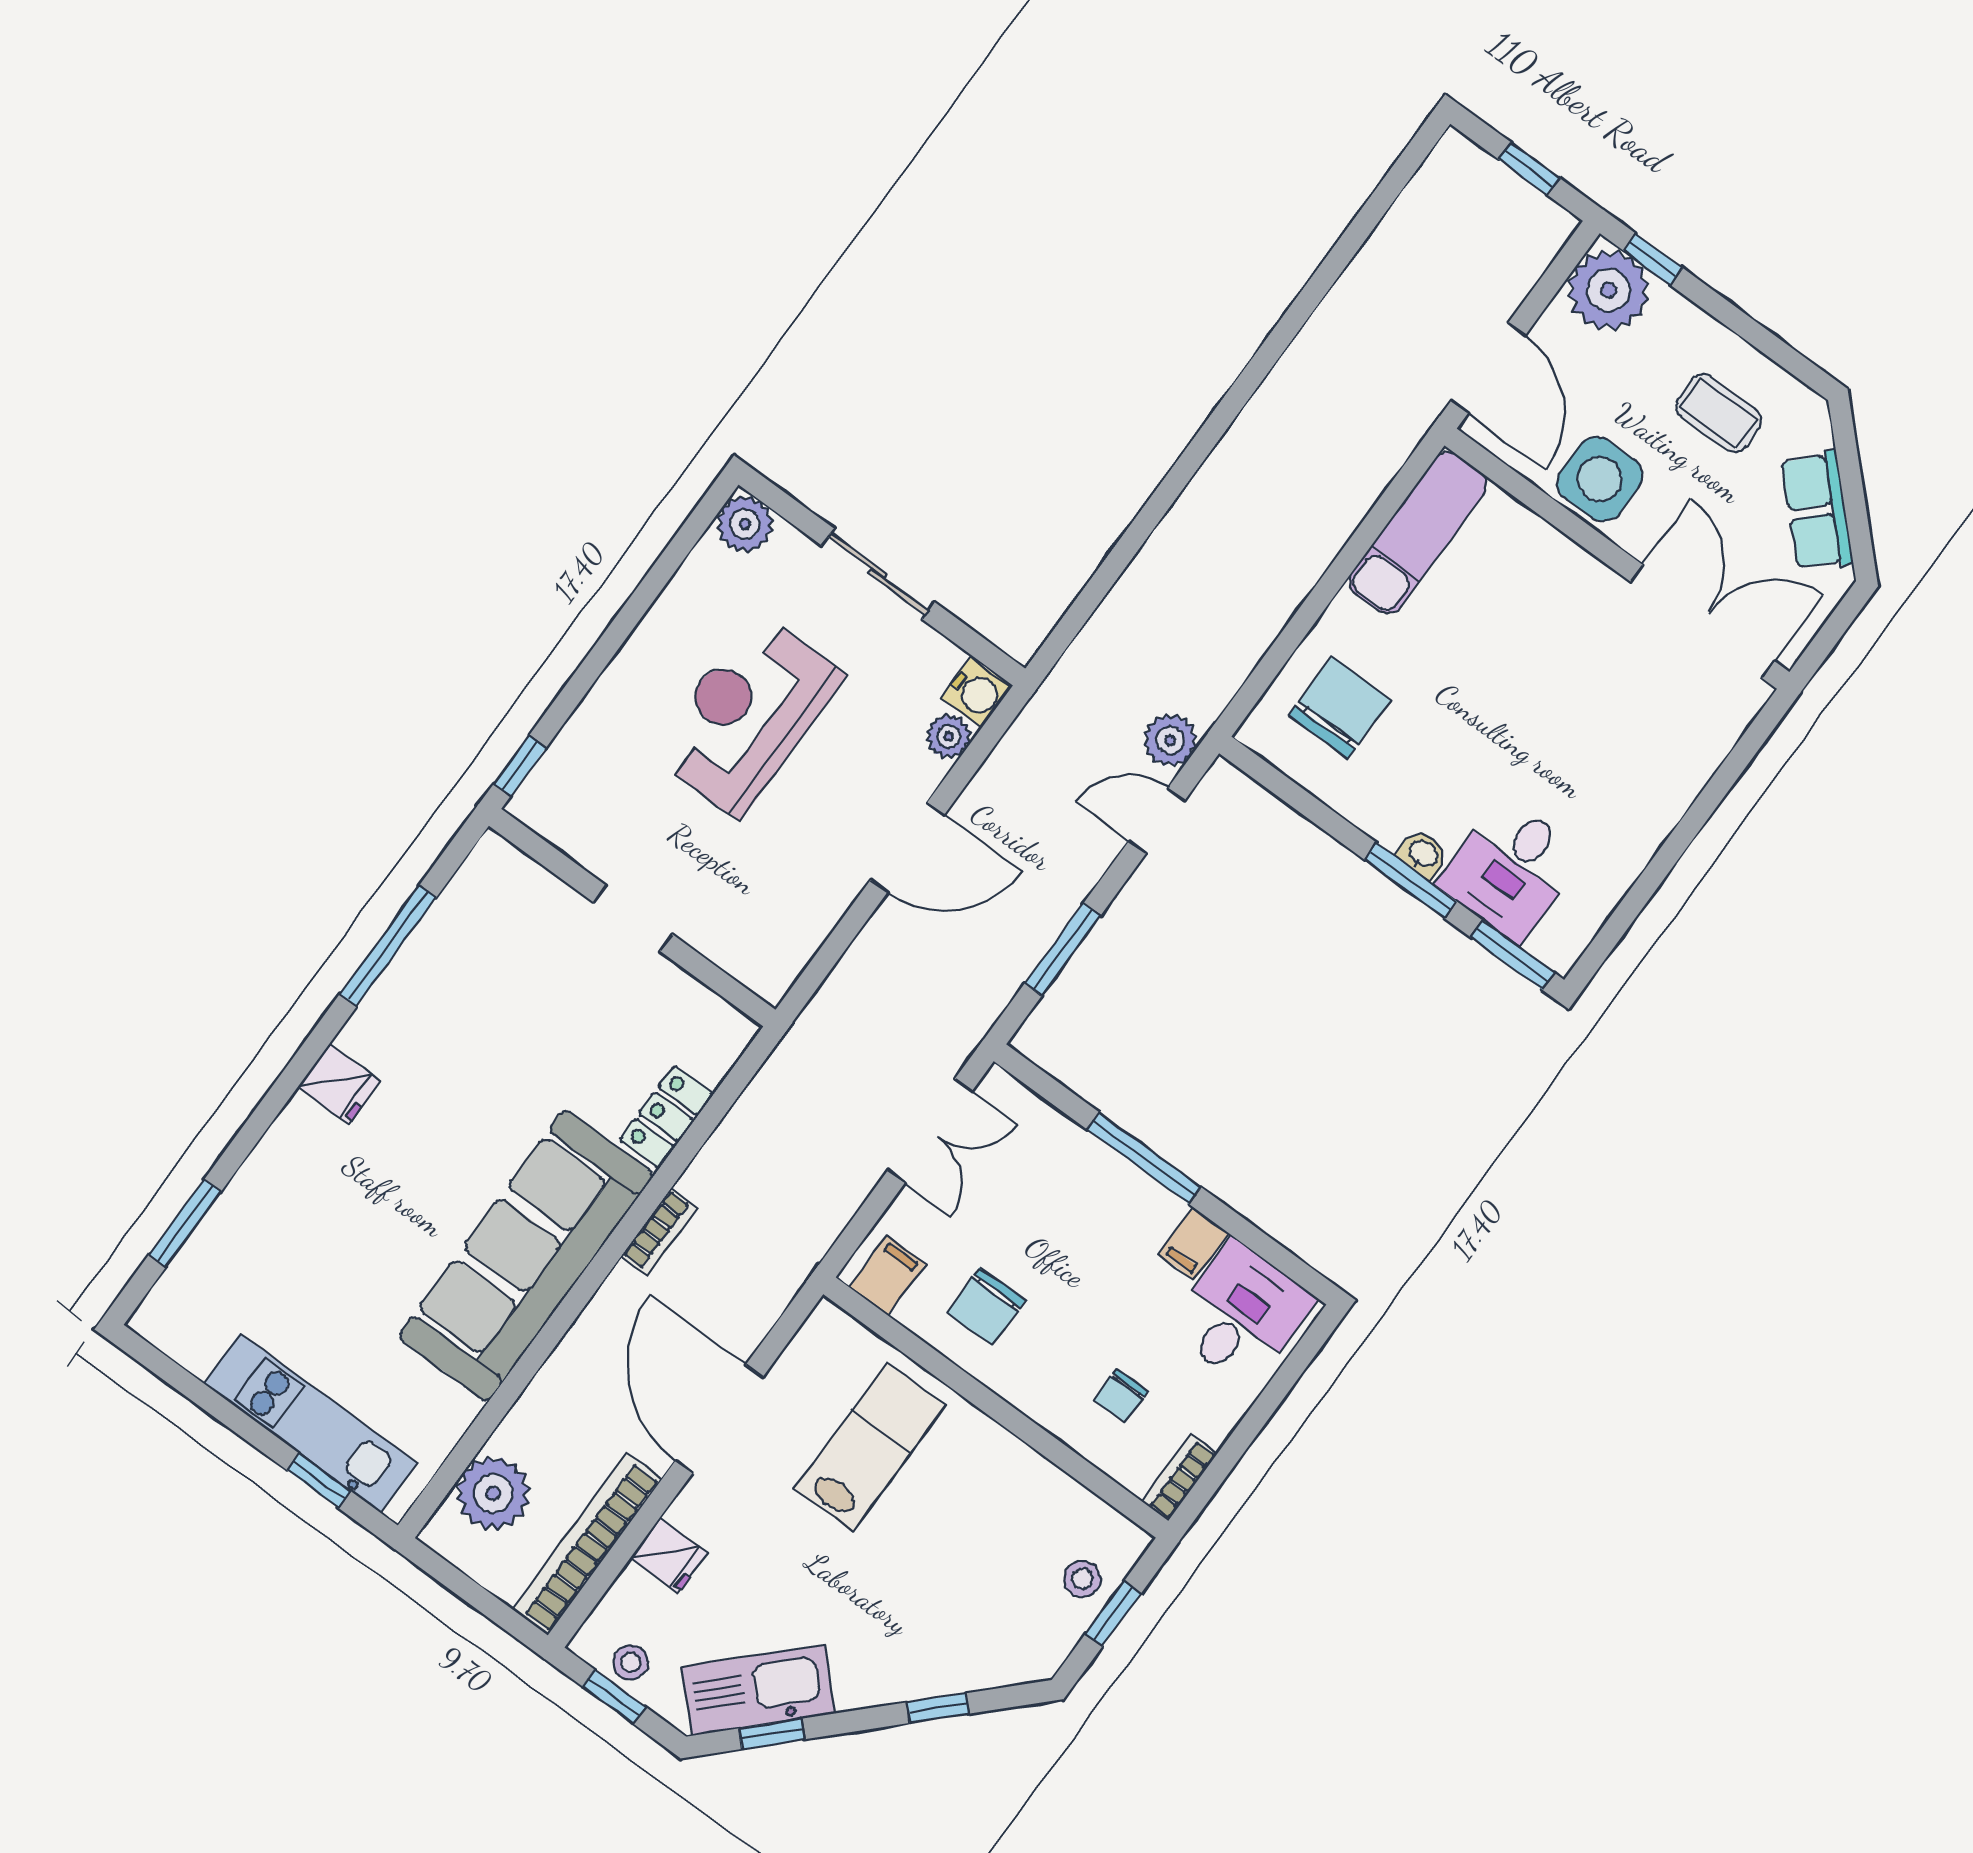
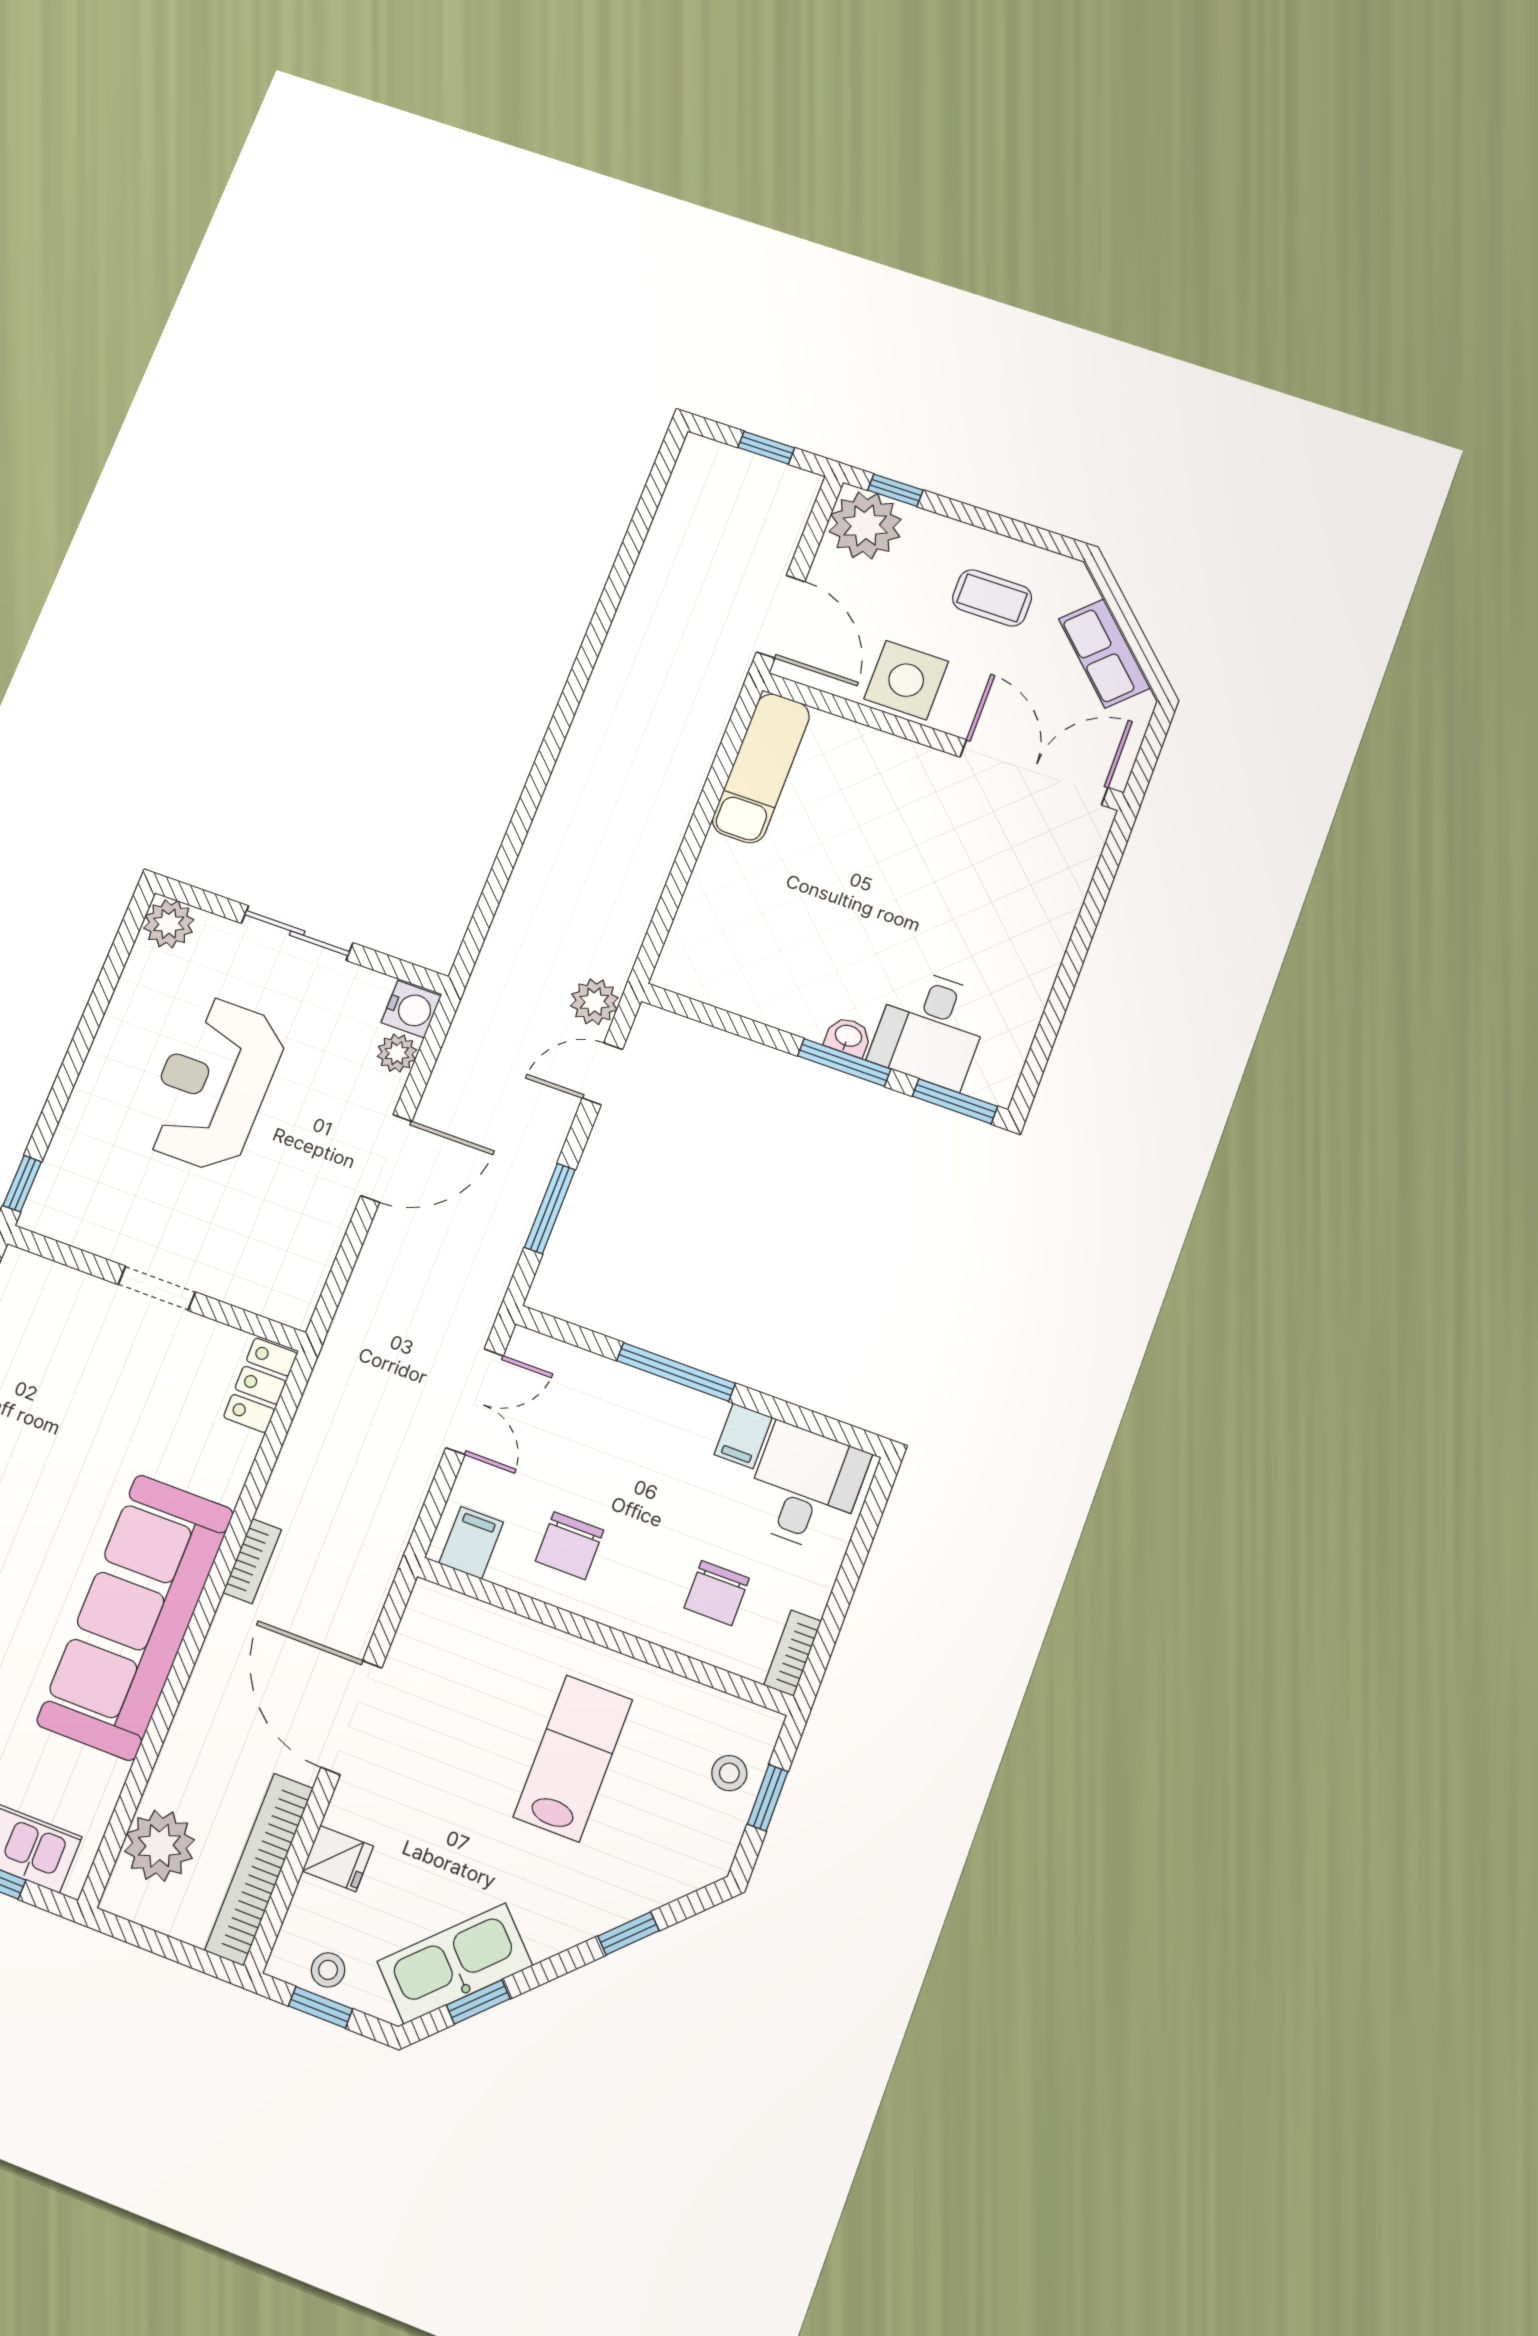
chair: (1340, 707) -> (737, 933), removed
locker: (667, 1117) -> (260, 1385), moved
chair: (1121, 1396) -> (717, 1593), width x1.37, depth x1.37
lab bench: (870, 1447) -> (573, 1758), moved

